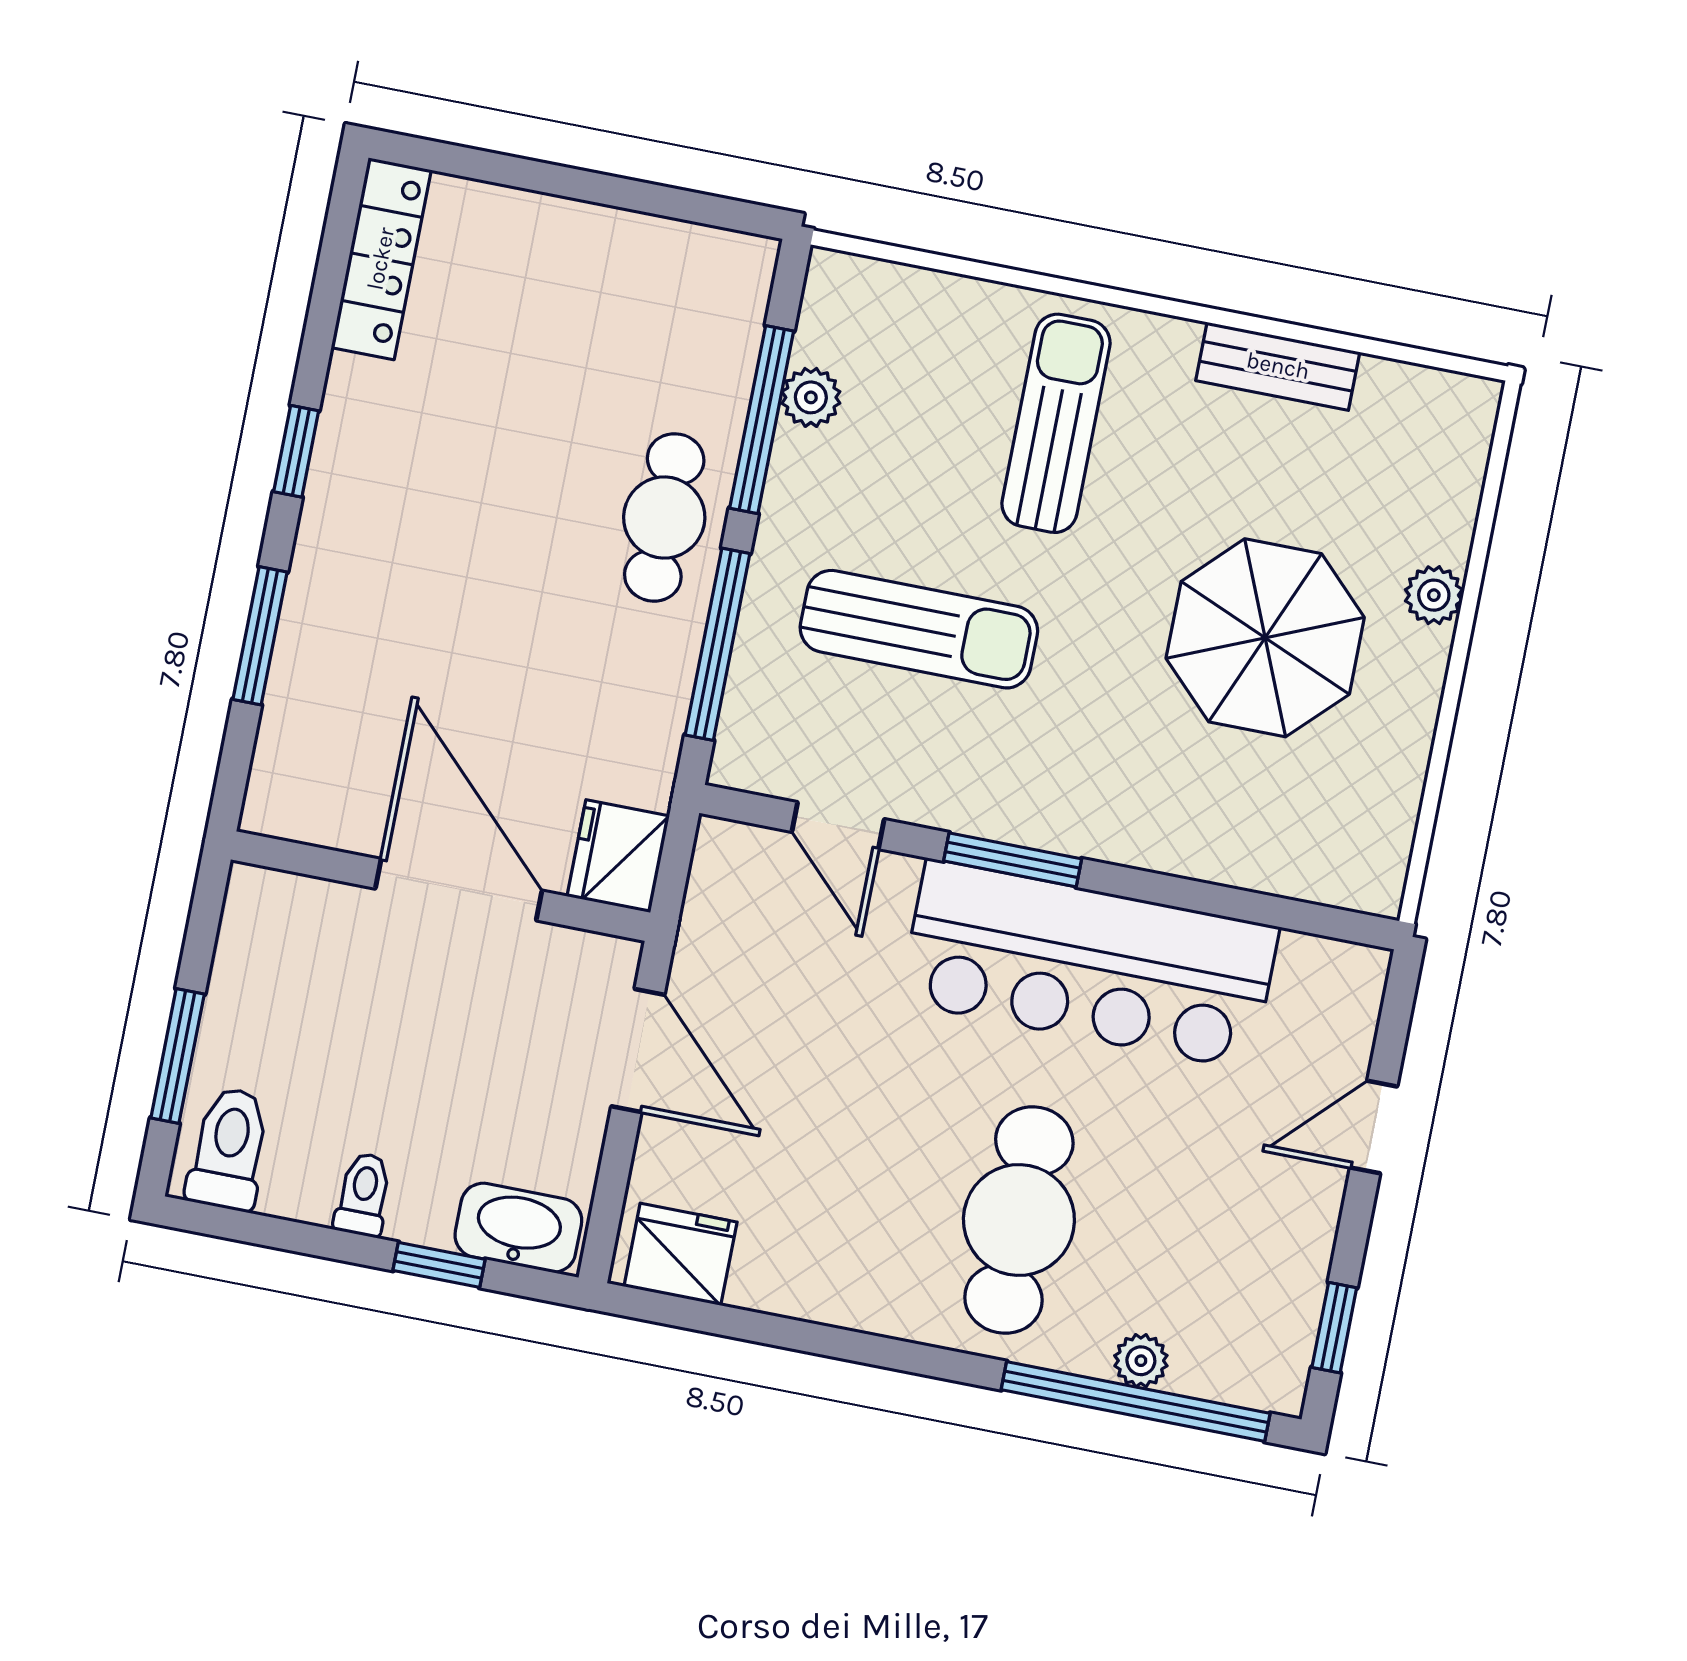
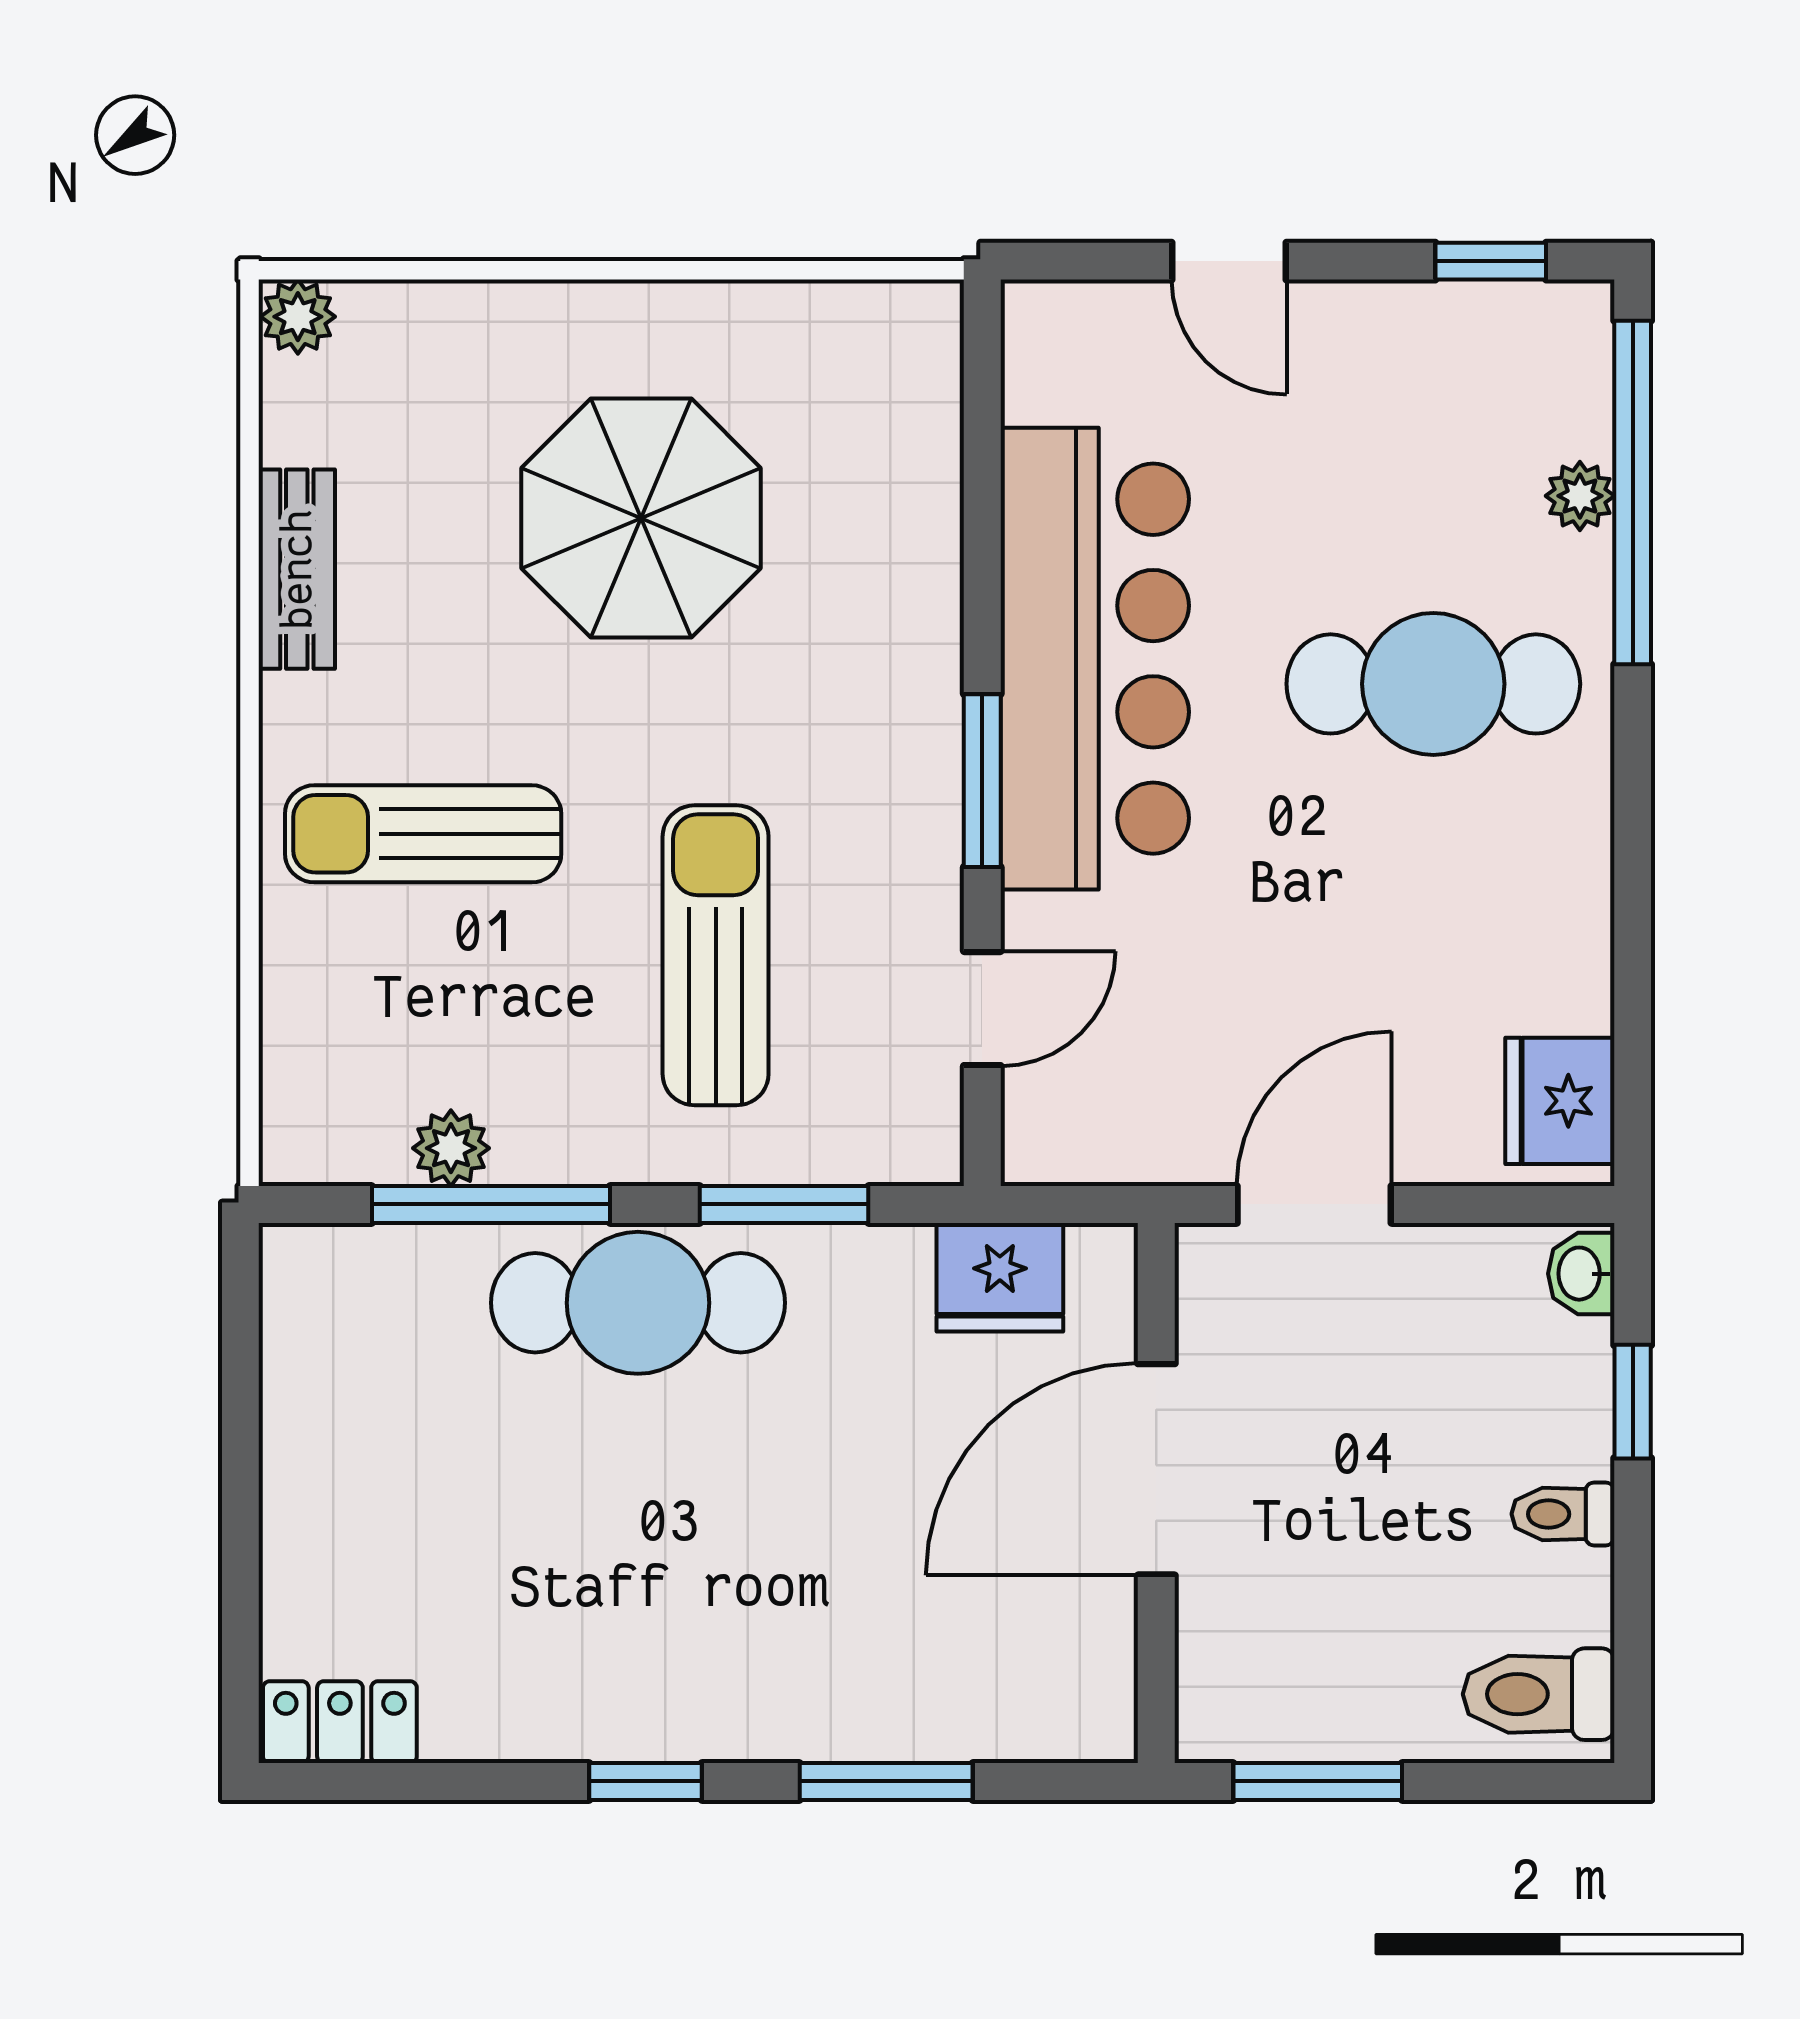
locker: (381, 259) -> (340, 1722), width x0.66
cafe table: (664, 517) -> (638, 1303), width x1.37, depth x1.35
plant: (1434, 595) -> (298, 317), moved
window: (718, 644) -> (784, 1204), width x0.69
fridge: (618, 856) -> (1000, 1277), moved
window: (178, 1056) -> (1318, 1781), moved
washbasin: (518, 1228) -> (1581, 1274), width x0.52, depth x0.69

